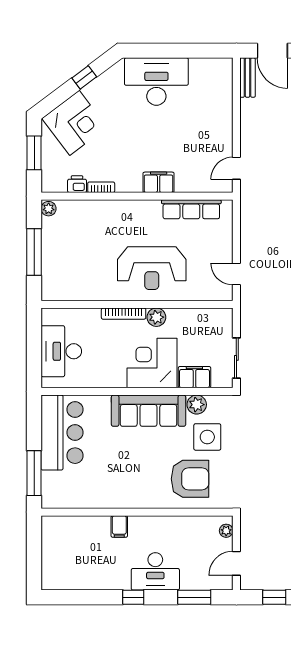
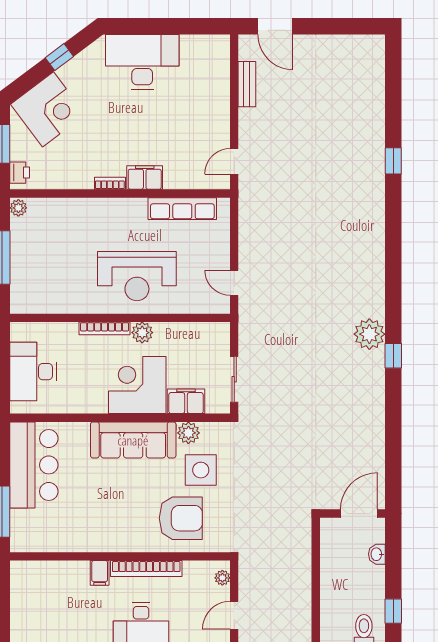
bench: (248, 78) -> (247, 84), moved
printer: (77, 184) -> (20, 173), moved, turned 90
bookcase: (101, 187) -> (110, 183), moved
bookcase: (160, 523) -> (146, 569), added

